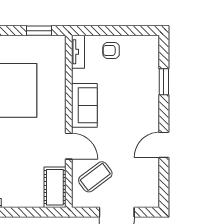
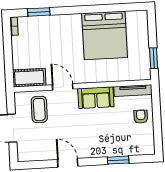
tv unit: (78, 52) -> (133, 91), width x1.41
door: (69, 146) -> (63, 87), swing flipped
coffee table: (95, 177) -> (39, 109), turned 37

